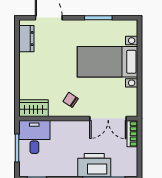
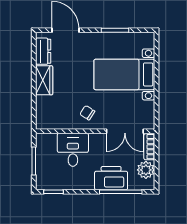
wardrobe: (34, 108) -> (44, 80), moved, turned 90
desk: (34, 137) -> (73, 150), moved
plant: (129, 157) -> (146, 170), added

